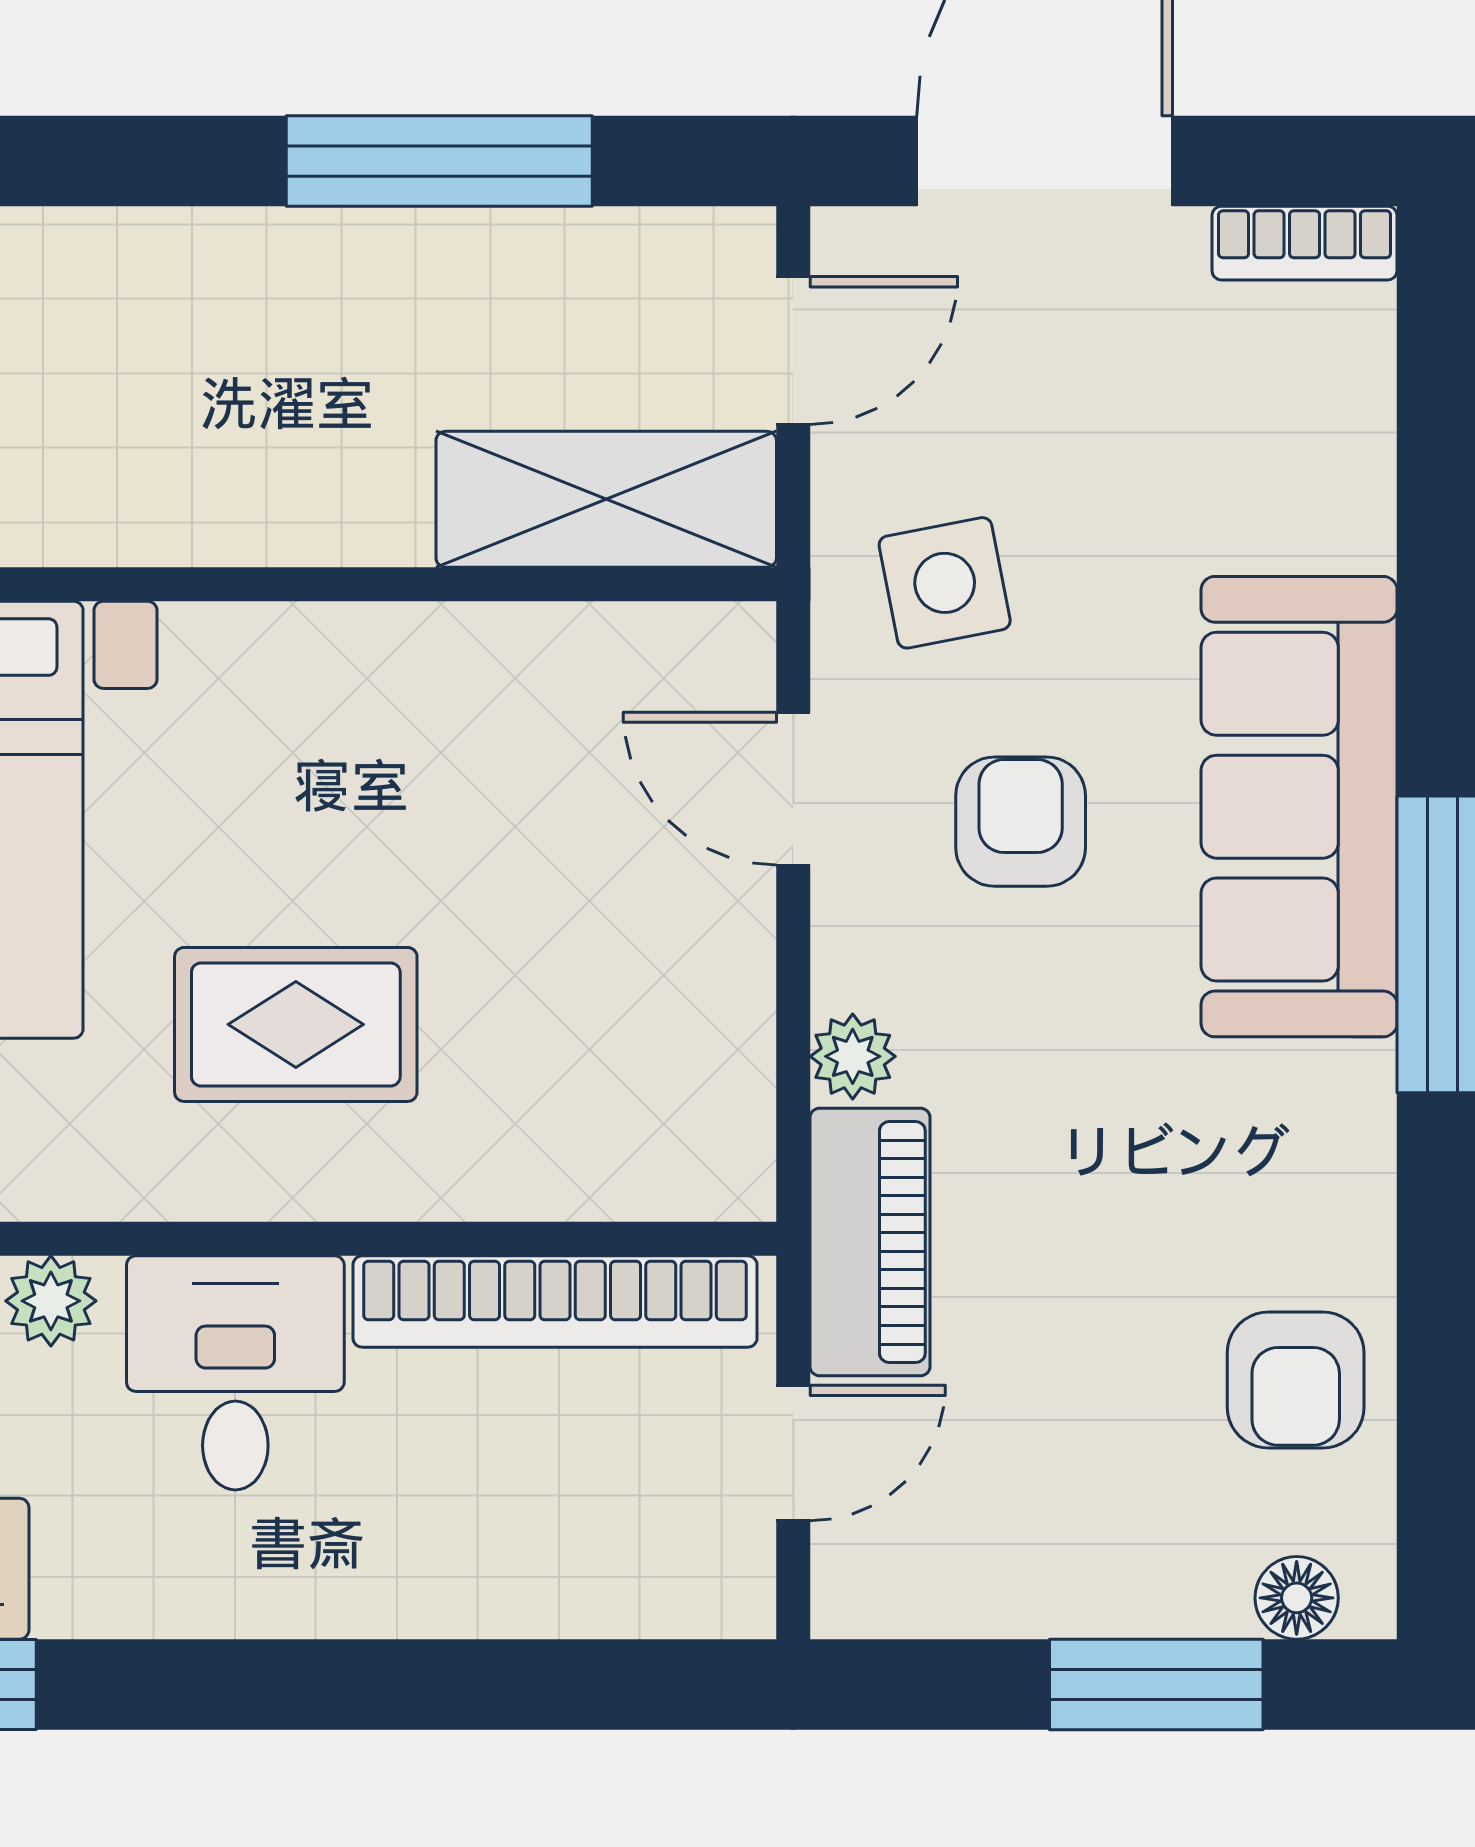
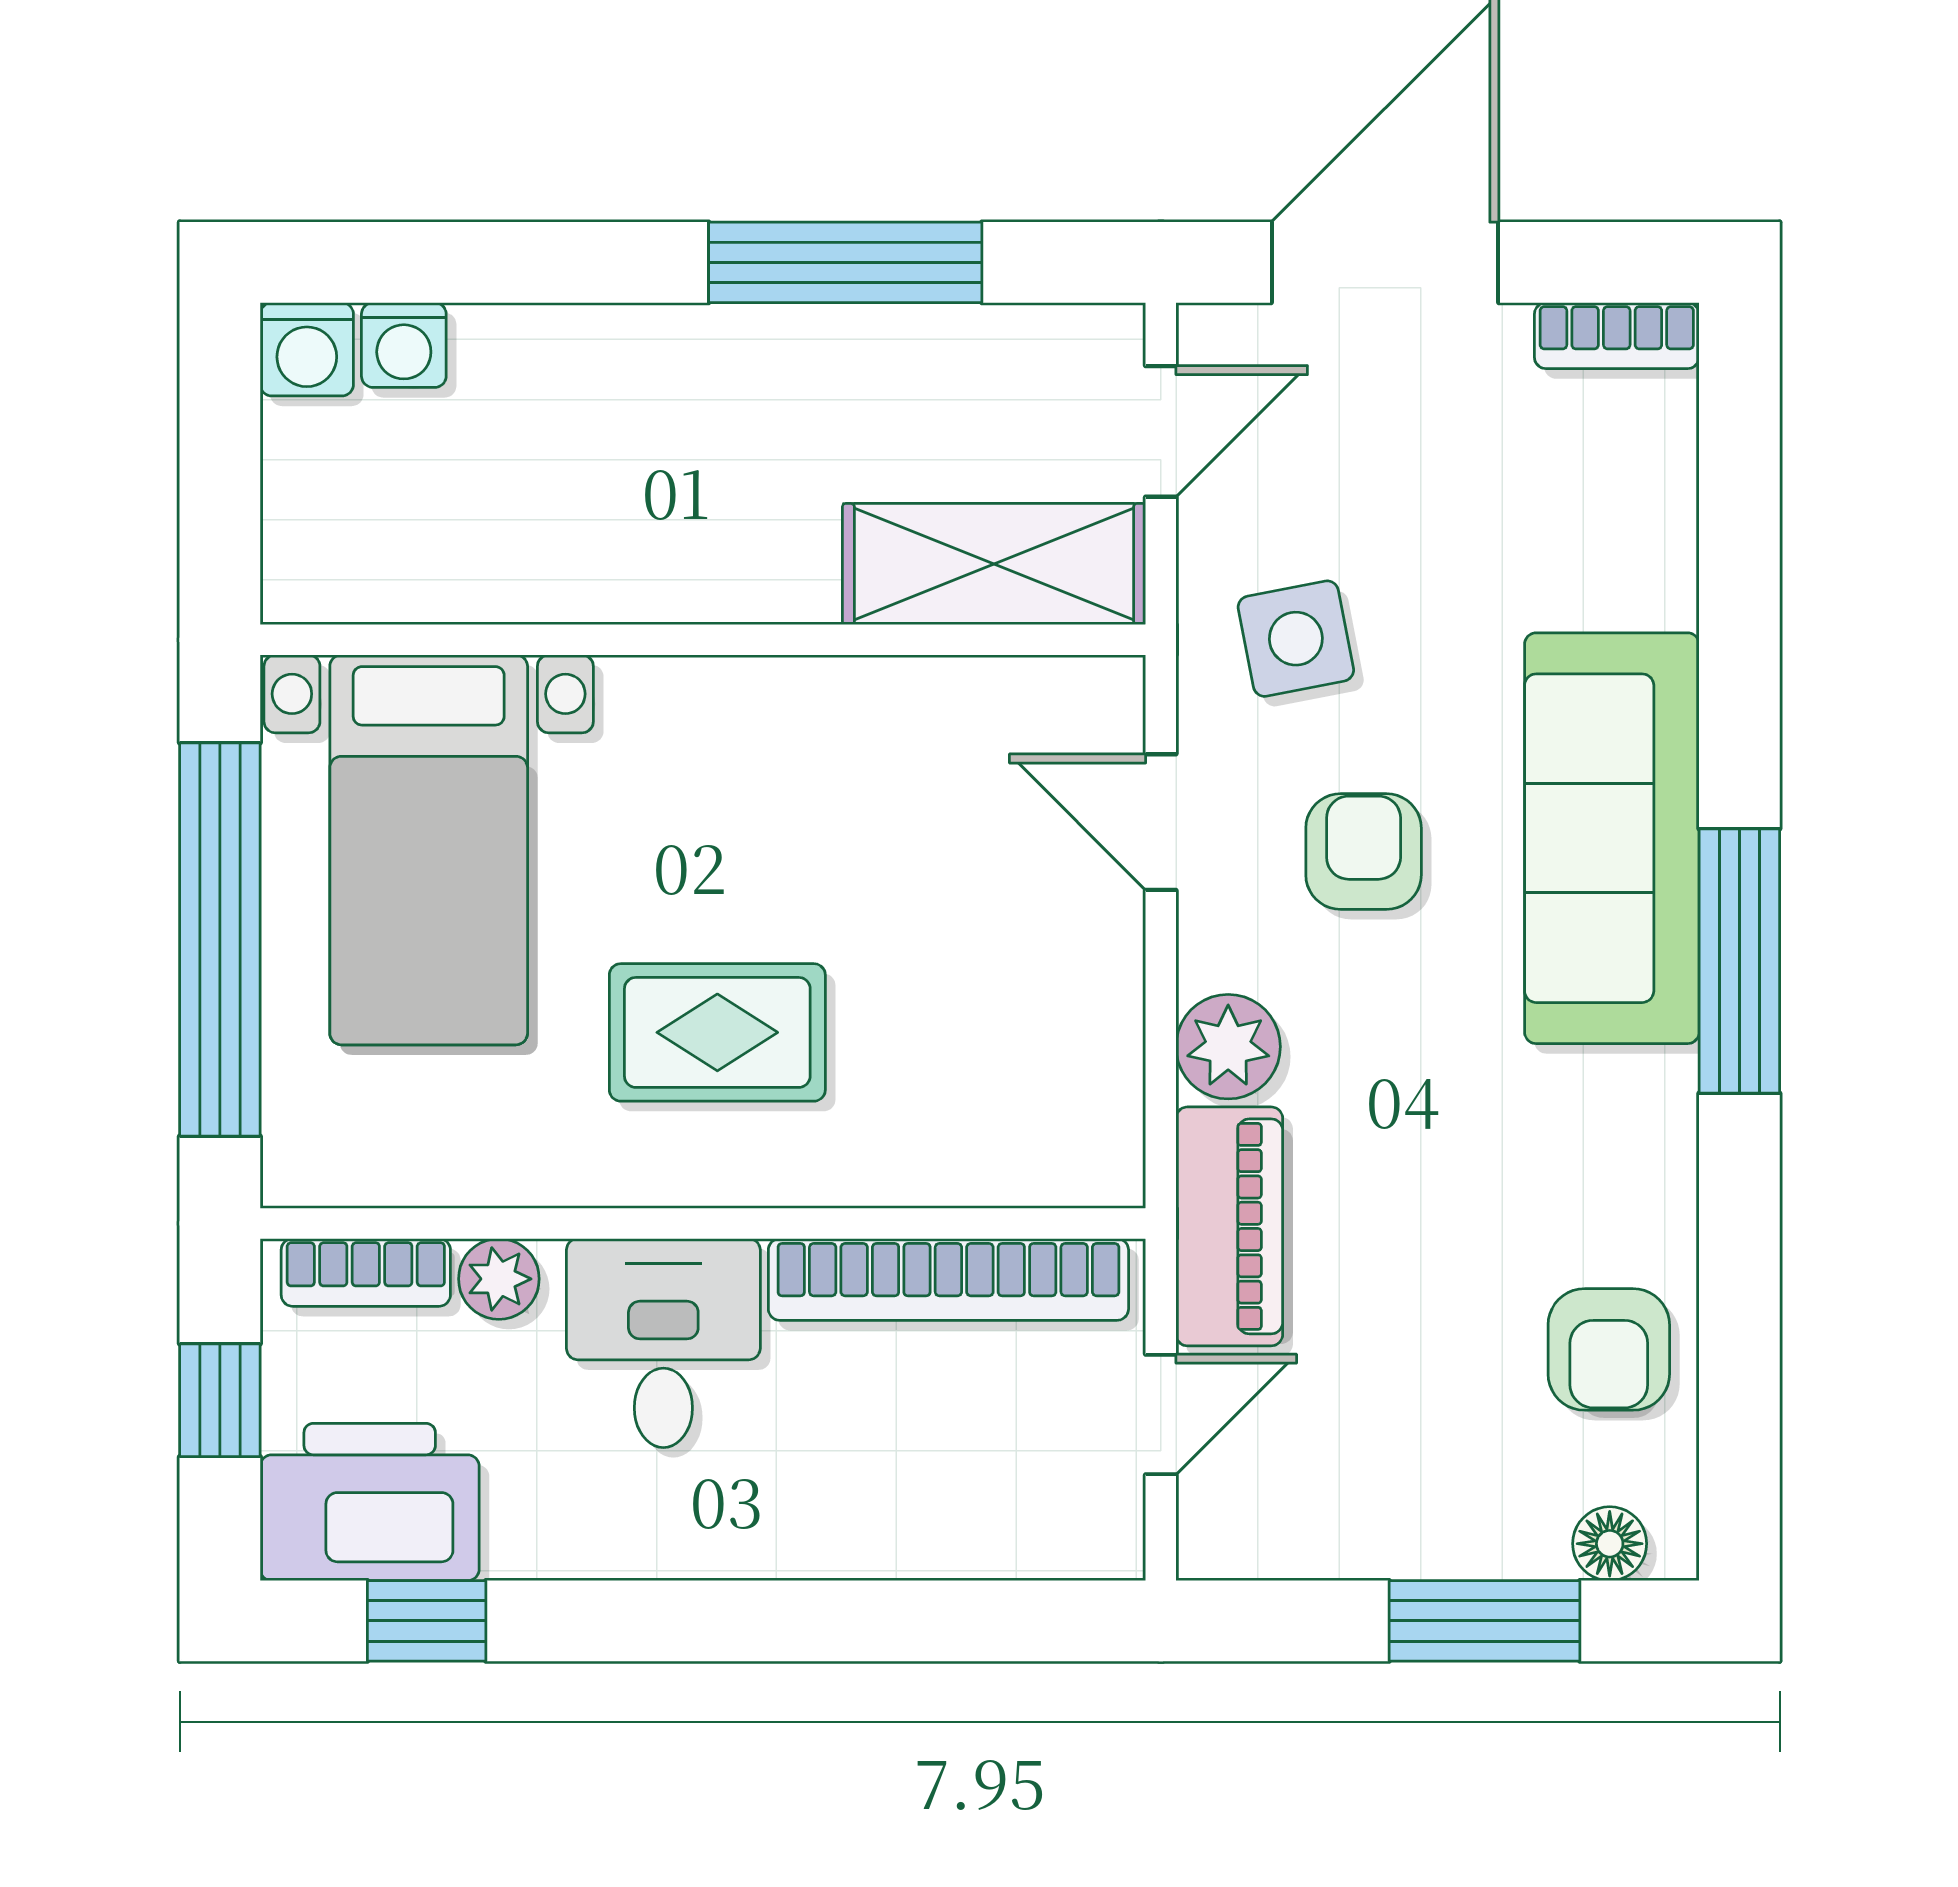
plant: (853, 1056) -> (1228, 1047), width x1.38, depth x1.38

